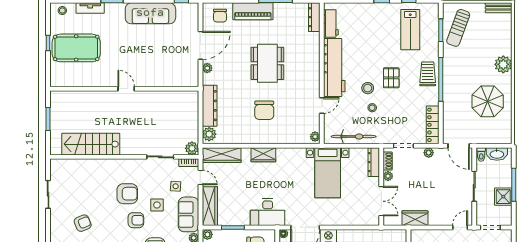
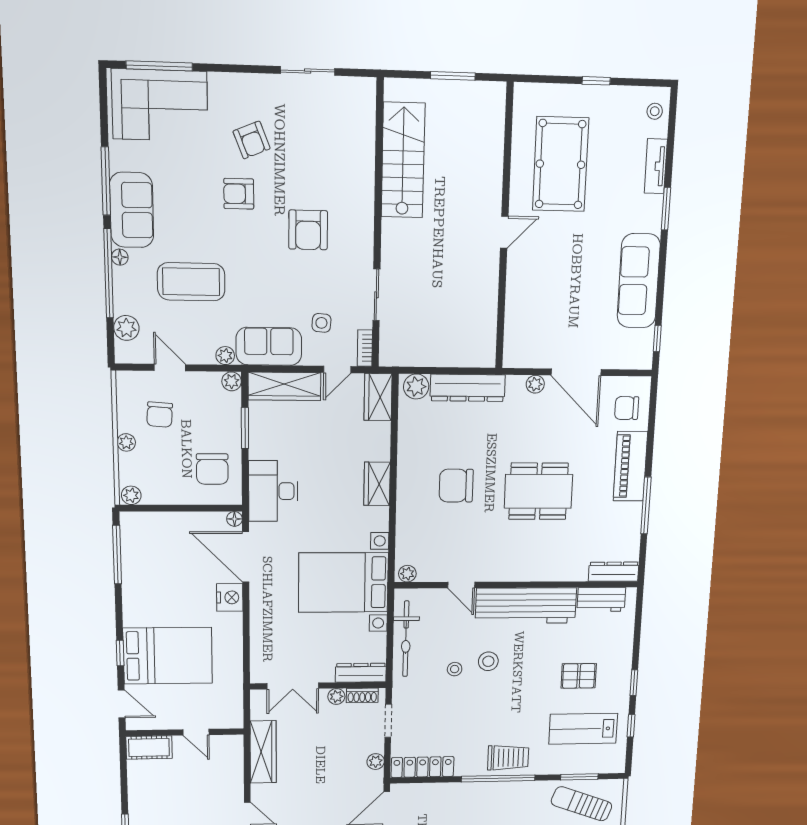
pool table: (76, 48) -> (561, 164), moved
pallet: (391, 78) -> (579, 676), moved
plant: (192, 148) -> (391, 354), removed
wardrobe: (222, 155) -> (378, 397), width x0.67
bed with nightstands: (328, 173) -> (343, 582), width x1.36
side table: (157, 205) -> (287, 287), removed
wardrobe: (415, 218) -> (263, 752), width x1.50
armchair: (136, 220) -> (239, 194), moved, turned 90

